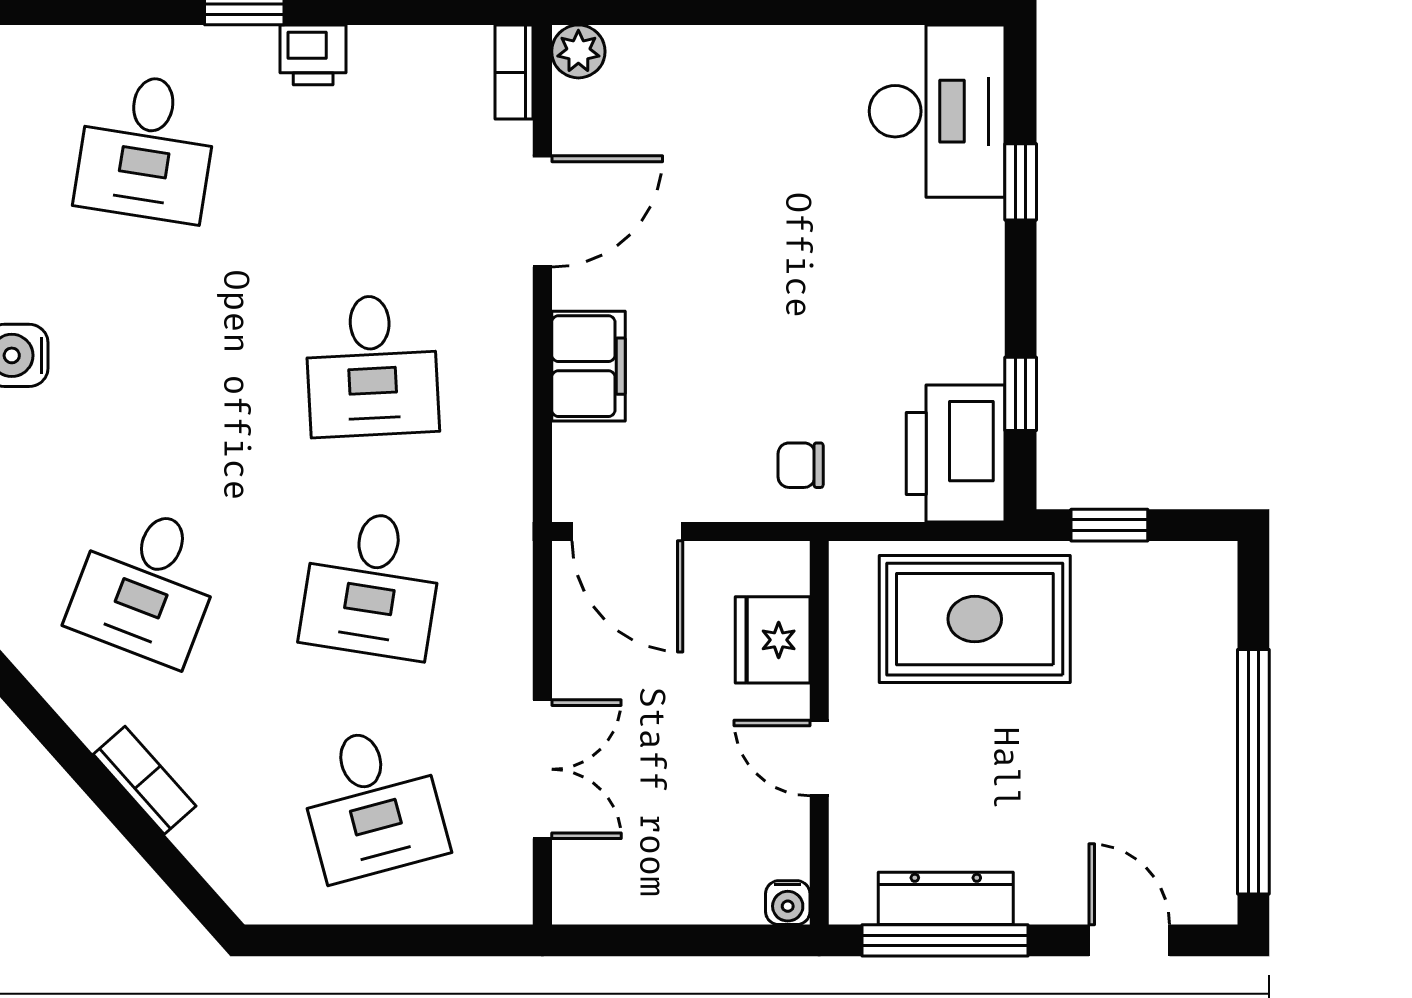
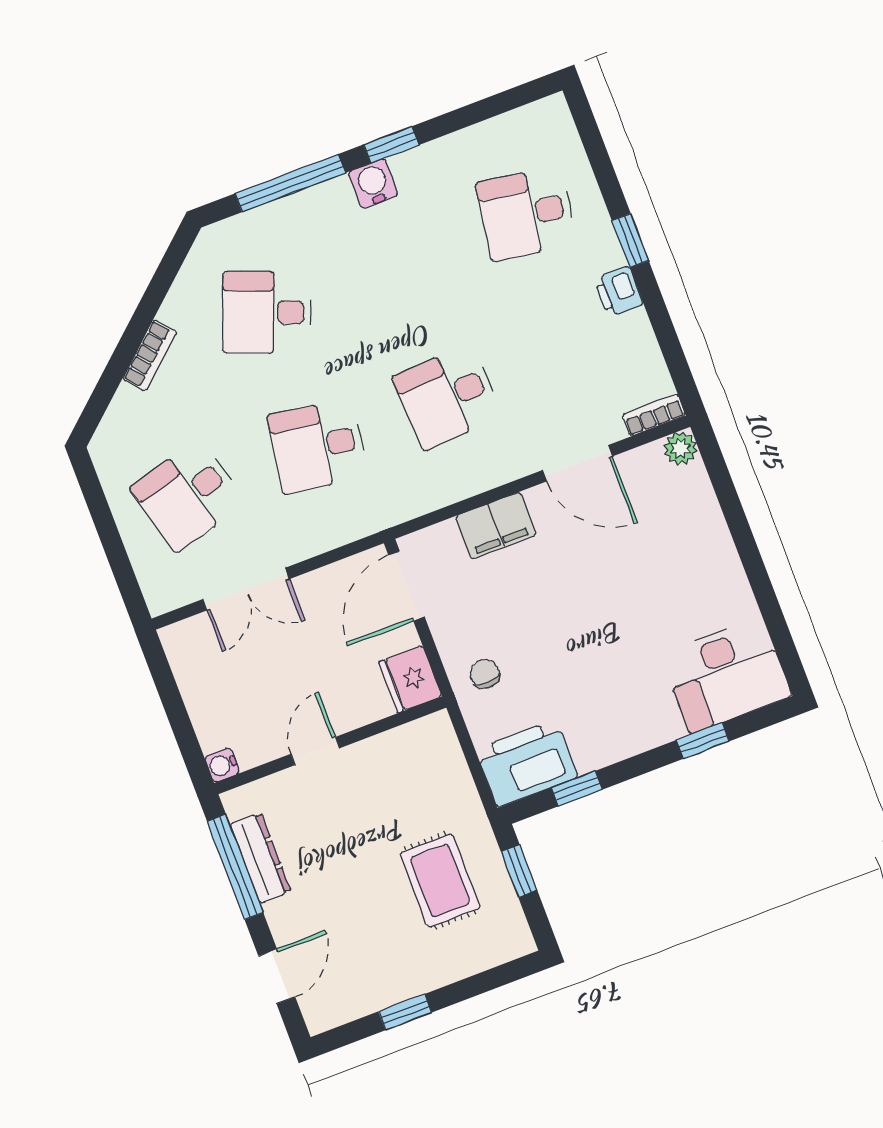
rug: (975, 619) -> (440, 880), moved, width x0.73, depth x0.70
fridge: (773, 640) -> (410, 679), moved, turned -90
window: (1253, 772) -> (405, 1012), width x0.32

